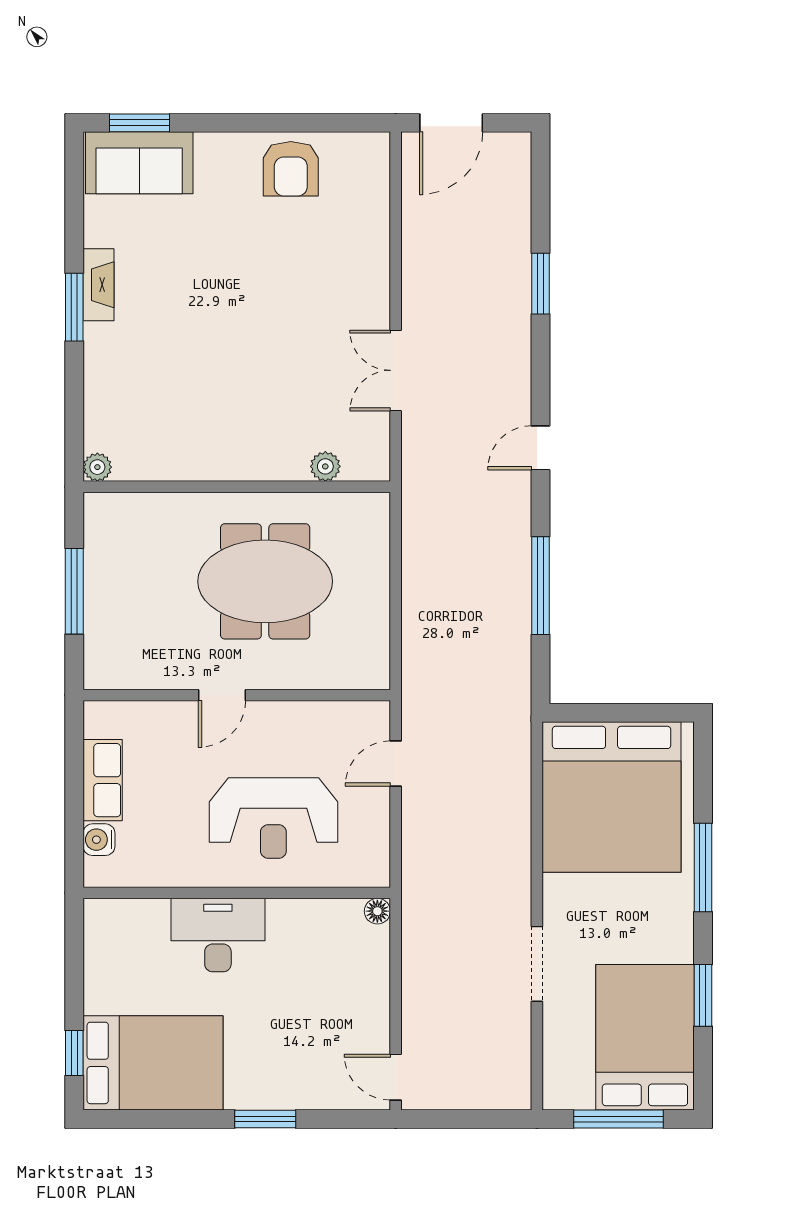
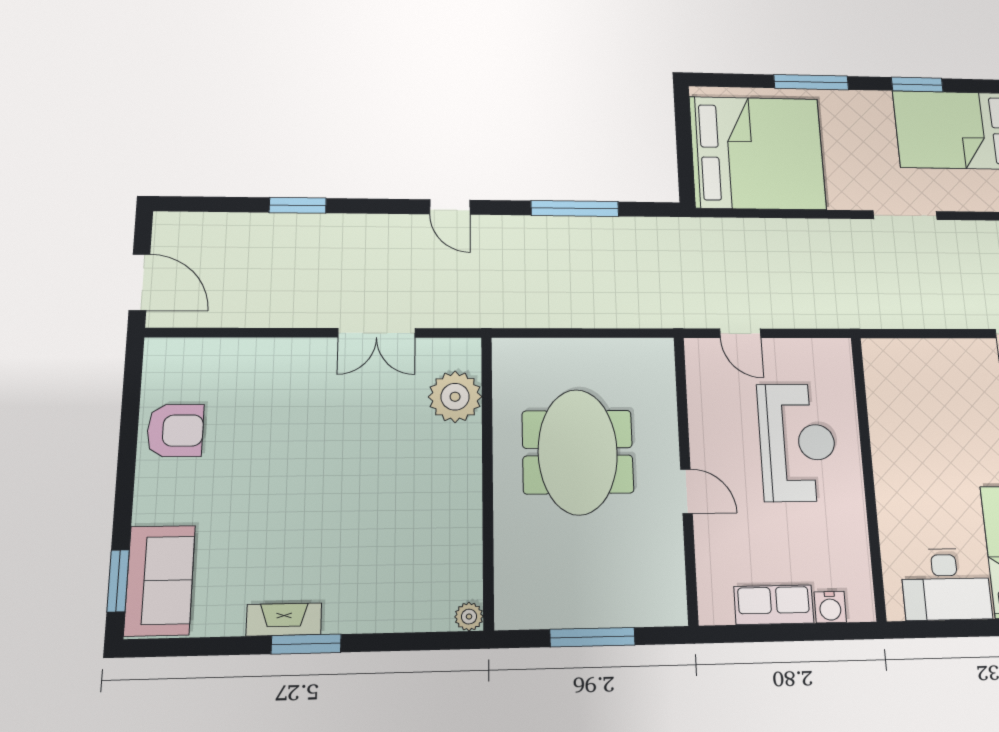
plant: (325, 466) -> (455, 397), width x1.87, depth x1.87
floor lamp: (377, 911) -> (873, 349), removed
desk: (218, 935) -> (946, 584), moved, turned -90

